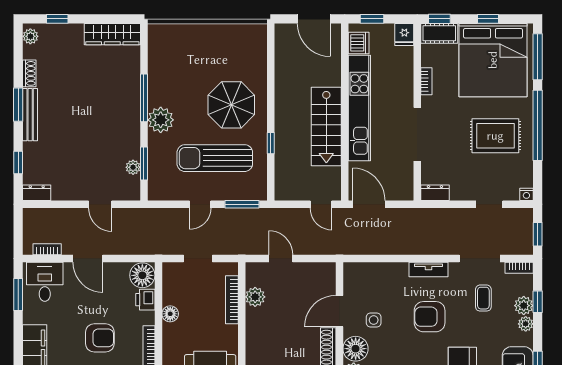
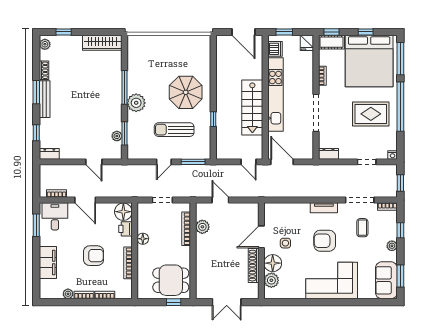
sun lounger: (215, 158) -> (174, 130), width x0.73, depth x0.75
plant: (524, 306) -> (391, 233), removed

